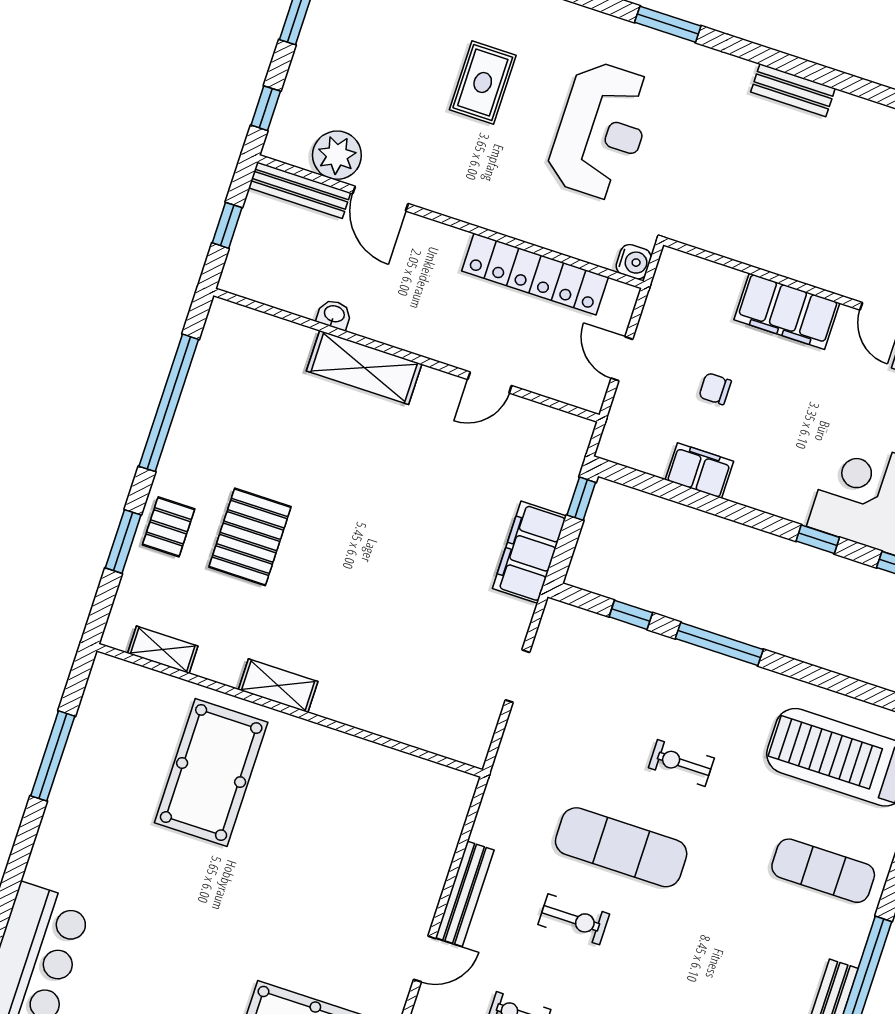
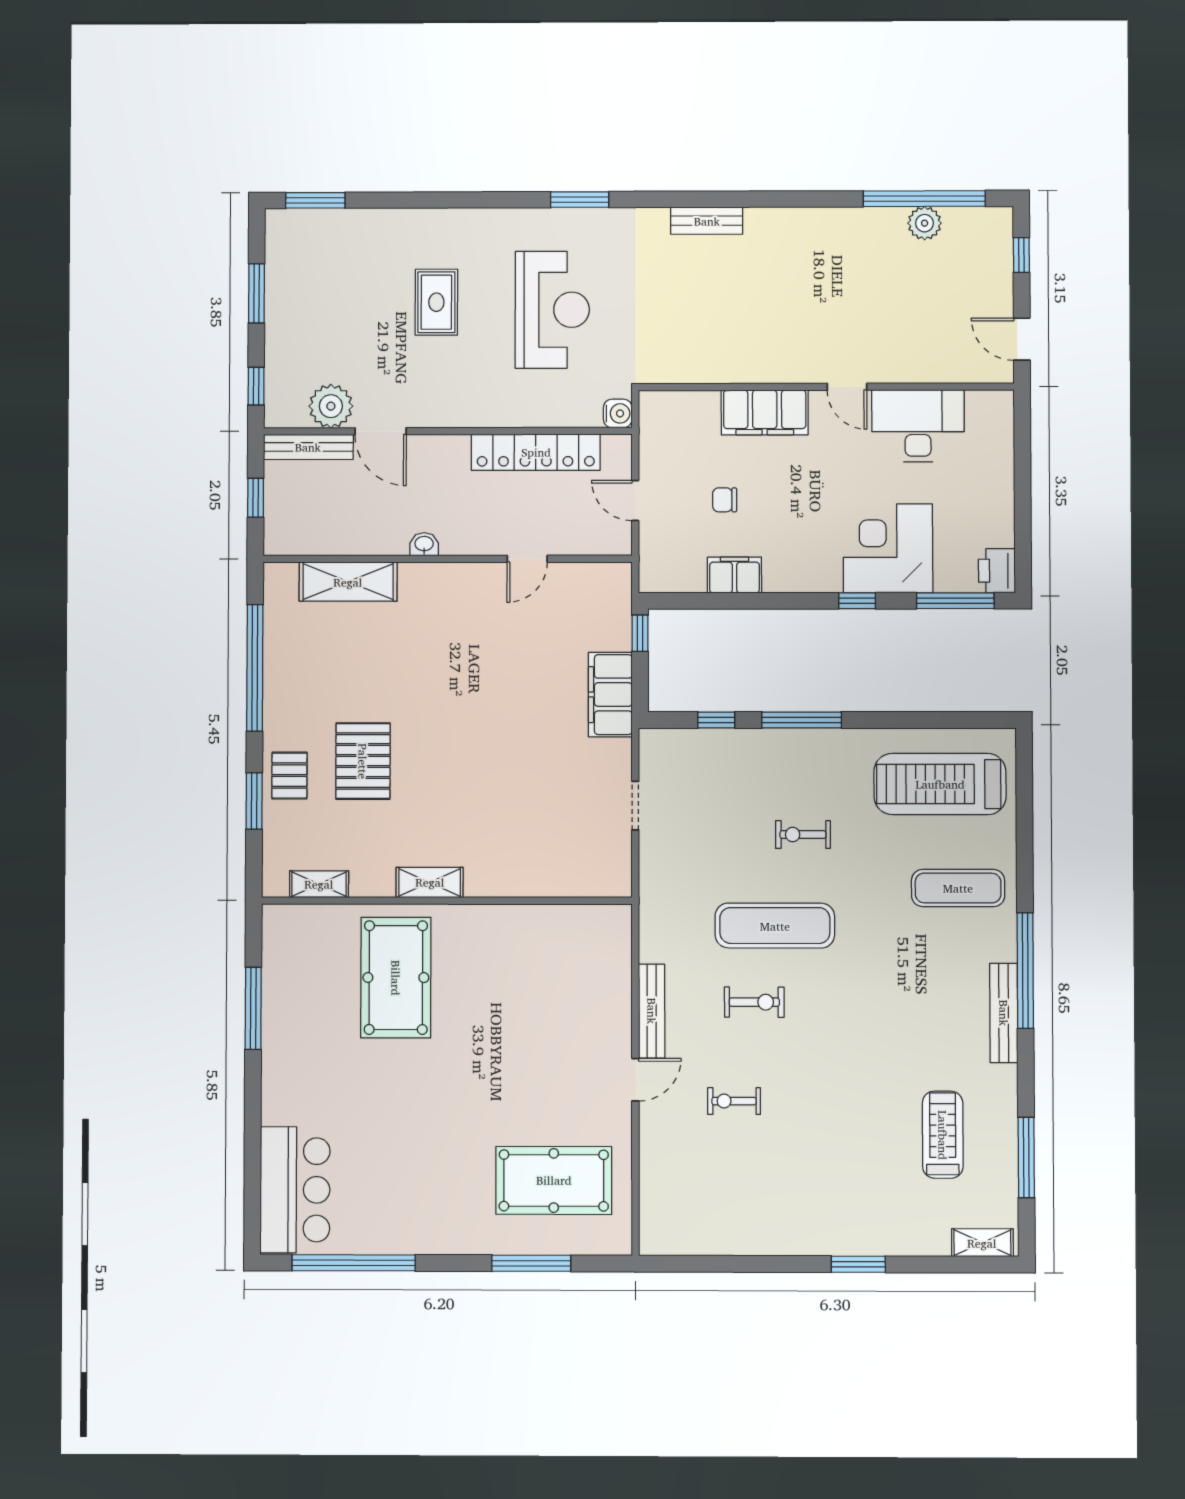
washbasin: (334, 314) -> (424, 544), moved
shelving: (364, 367) -> (348, 582), moved

